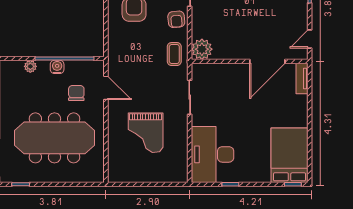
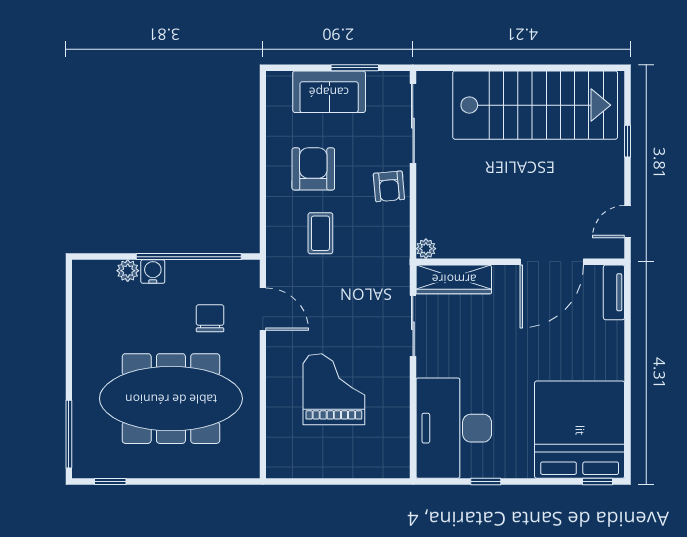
plant: (202, 49) -> (426, 249), width x0.53, depth x0.53
coffee table: (174, 54) -> (320, 233), moved
water cooler: (57, 67) -> (153, 272), moved
wardrobe: (212, 71) -> (454, 279), added
grand piano: (146, 133) -> (334, 389), turned 180
bed: (290, 155) -> (580, 430), width x1.36

